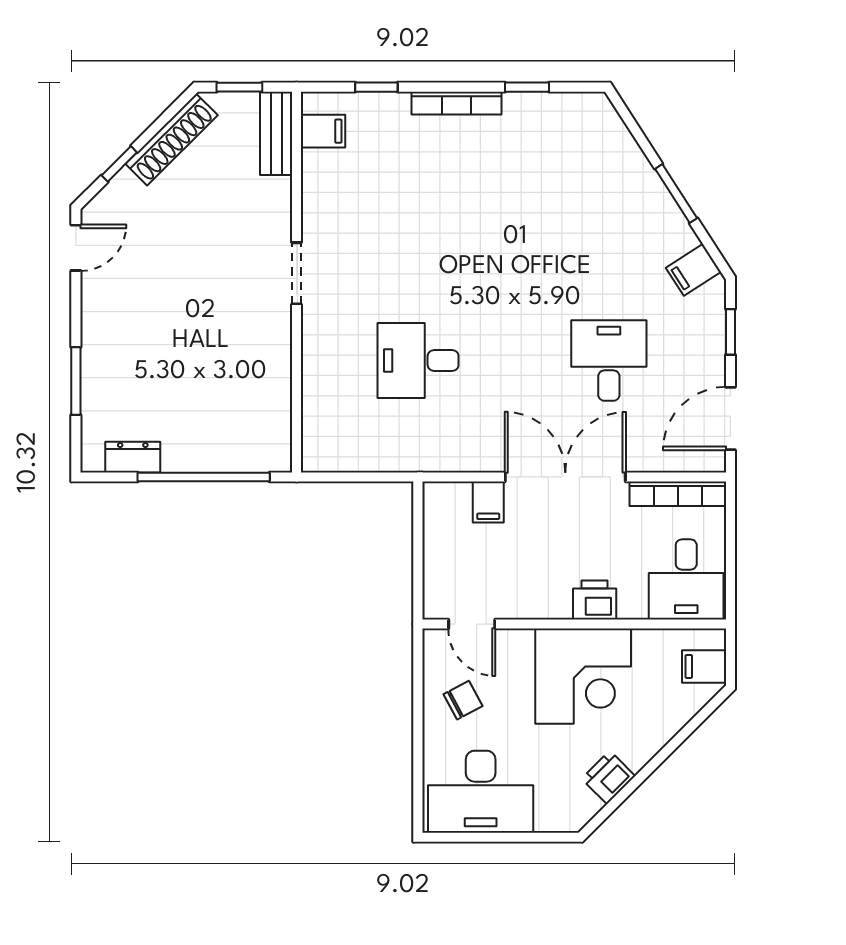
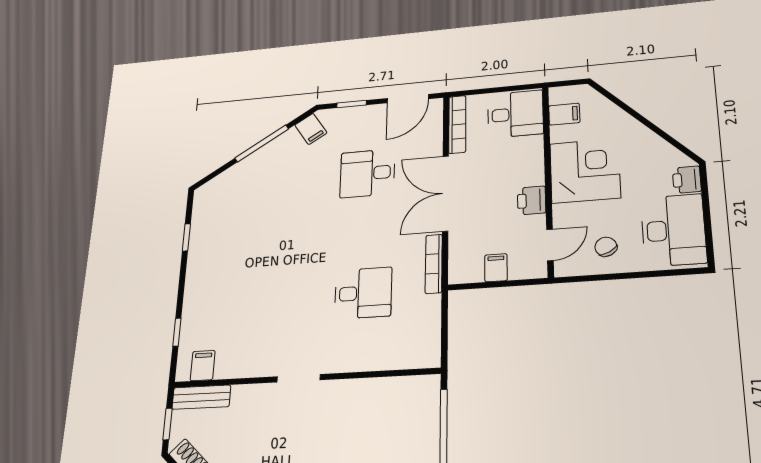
bookcase: (456, 103) -> (434, 264), moved, turned 180
window: (676, 194) -> (262, 143), width x1.44
desk: (418, 361) -> (363, 293), turned -90
door: (730, 419) -> (408, 99), hinge flipped
filing cabinet: (488, 502) -> (496, 268), moved, turned -90
printer: (595, 600) -> (532, 200), moved
filing cabinet: (704, 666) -> (564, 114), moved, turned -90
printer: (608, 777) -> (687, 180), moved, turned 45

